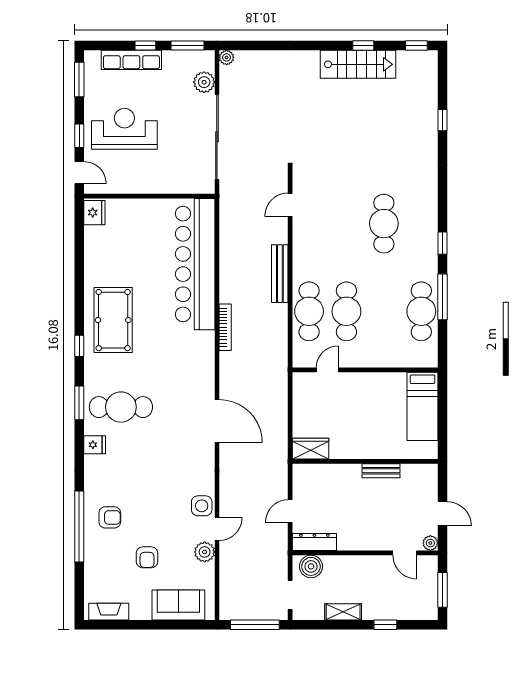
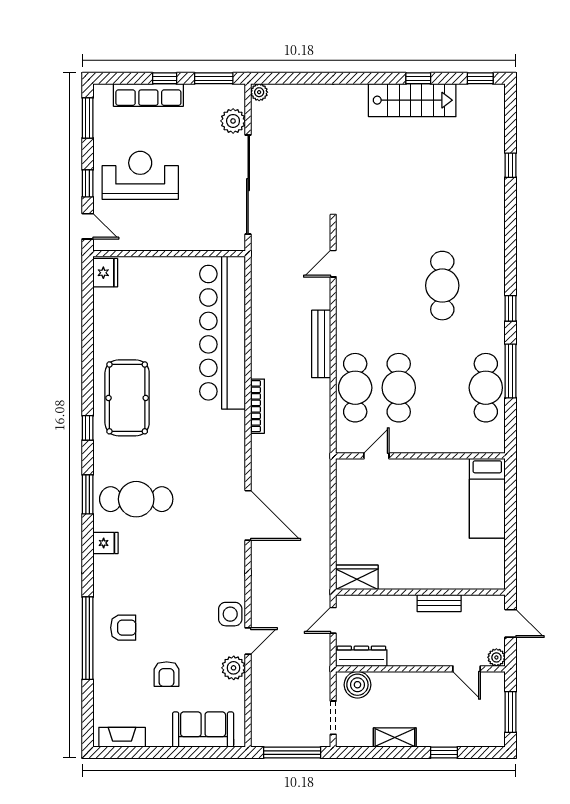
wardrobe: (311, 449) -> (357, 577), moved
wall: (365, 461) -> (420, 592), moved
bench: (381, 471) -> (439, 603), moved

